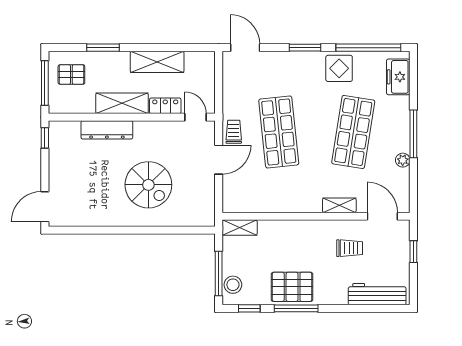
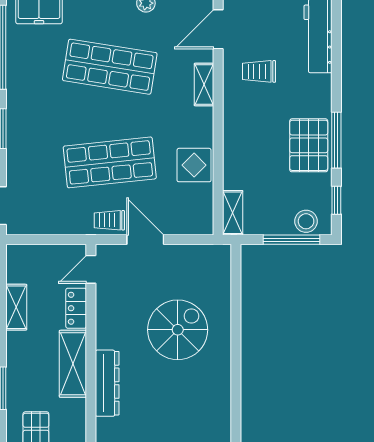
shelving: (157, 62) -> (16, 307), width x0.67, depth x0.75
display table: (339, 68) -> (194, 165), moved
trolley: (350, 248) -> (259, 71), turned -90

